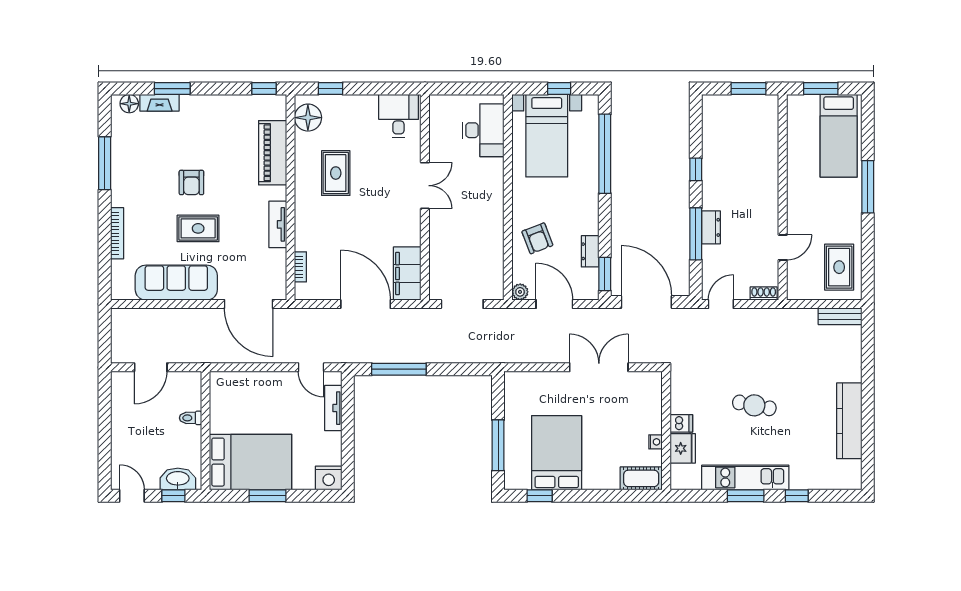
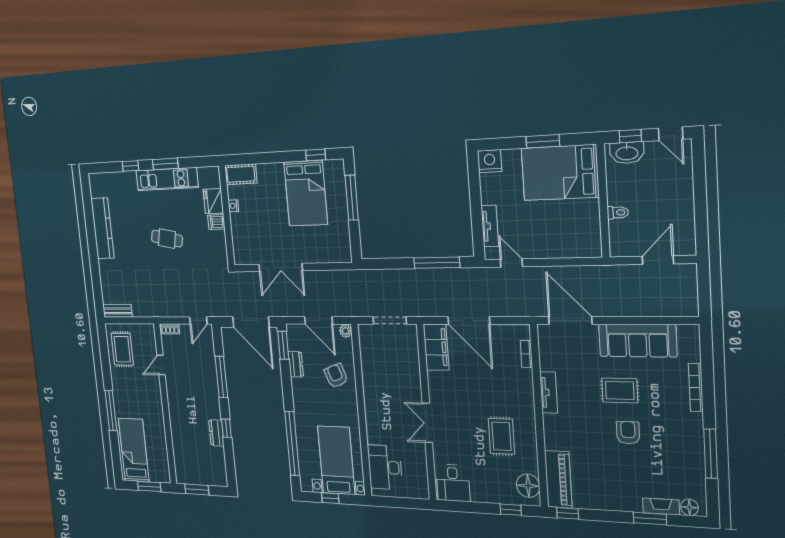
piano: (273, 153) -> (558, 479), moved
dresser: (711, 227) -> (216, 433), moved

